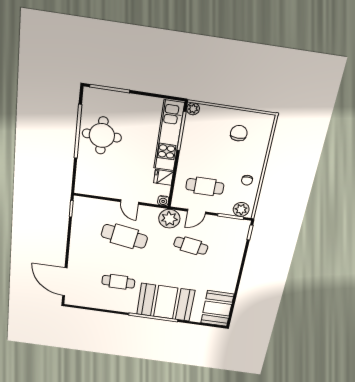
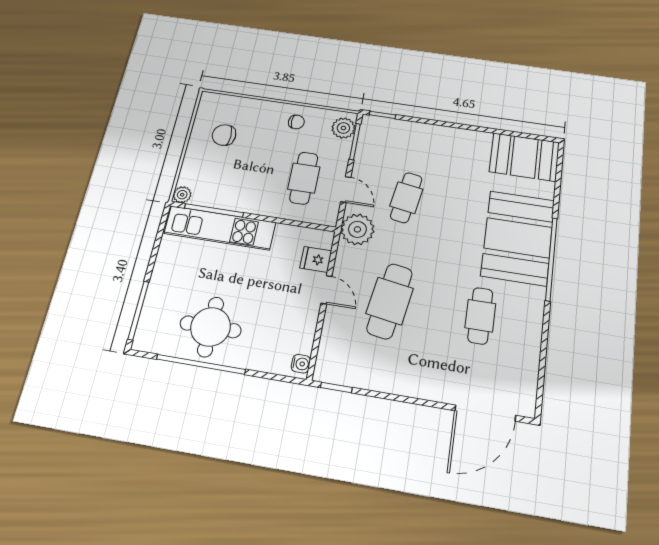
fridge: (163, 177) -> (316, 259), moved, turned 90
water cooler: (163, 201) -> (301, 364), moved
door: (130, 202) -> (326, 290), hinge flipped

